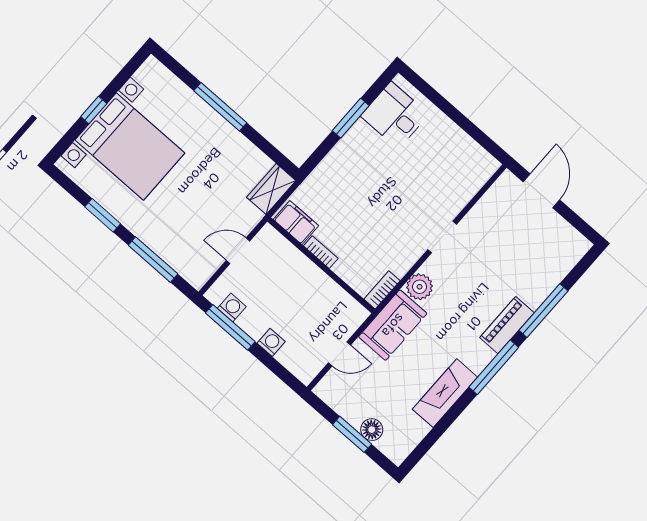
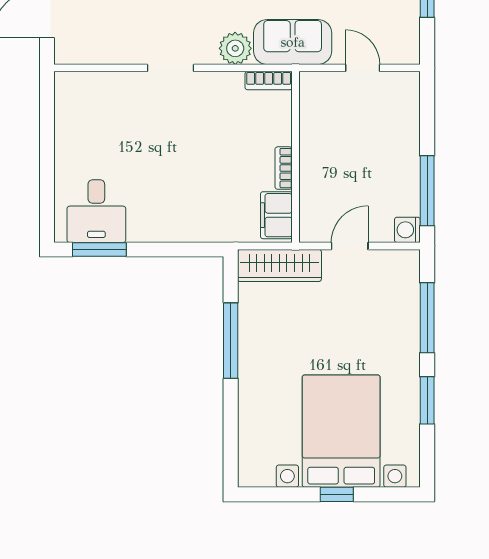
window: (220, 107) -> (231, 341), moved
window: (351, 118) -> (99, 250), moved
wardrobe: (271, 189) -> (279, 265), width x1.50
door: (238, 251) -> (350, 246), swing flipped
washing machine: (232, 307) -> (407, 230), moved
washing machine: (271, 342) -> (408, 141), removed

